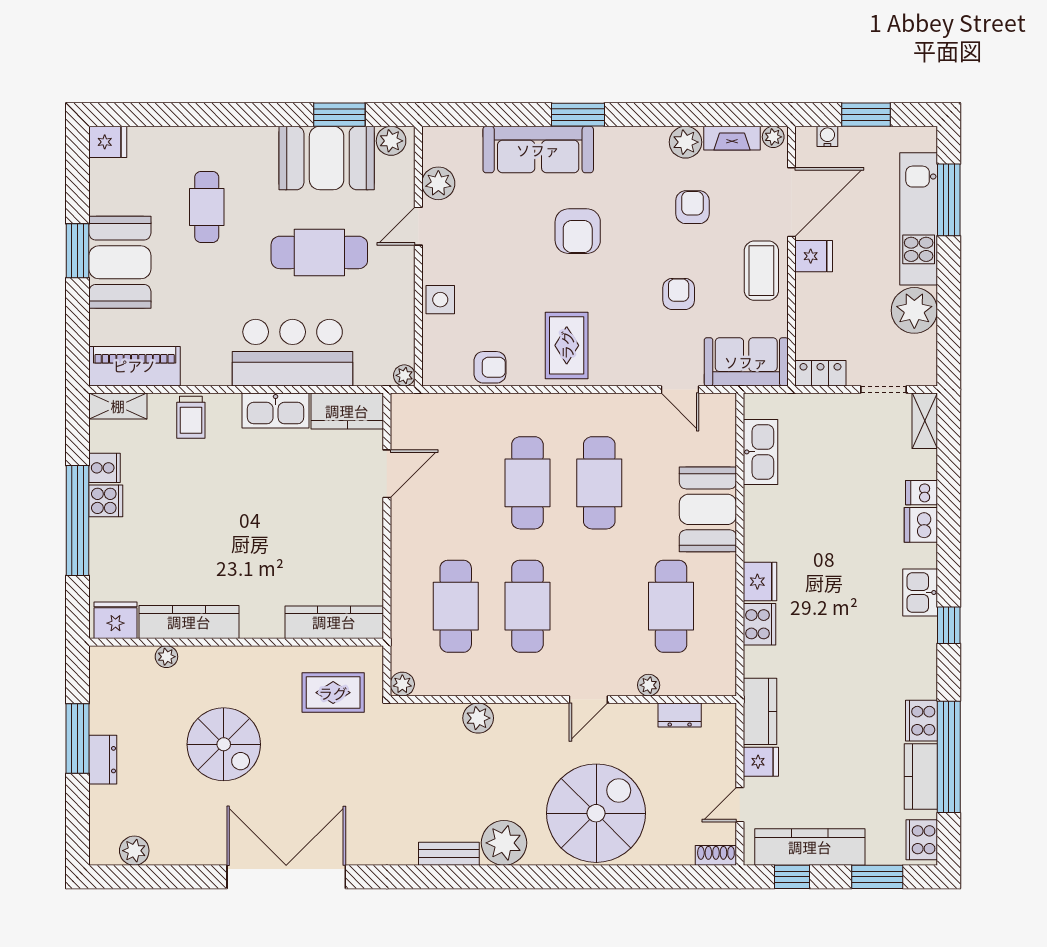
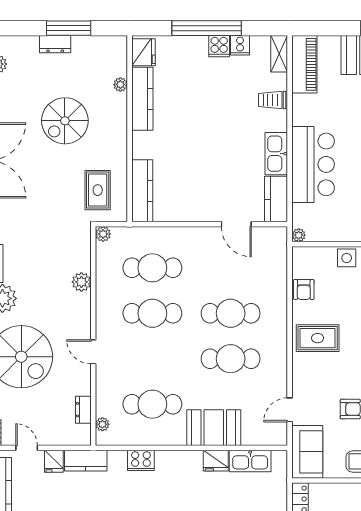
fridge: (760, 582) -> (216, 461), moved
plant: (649, 685) -> (102, 424), moved

